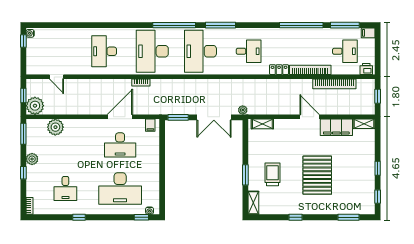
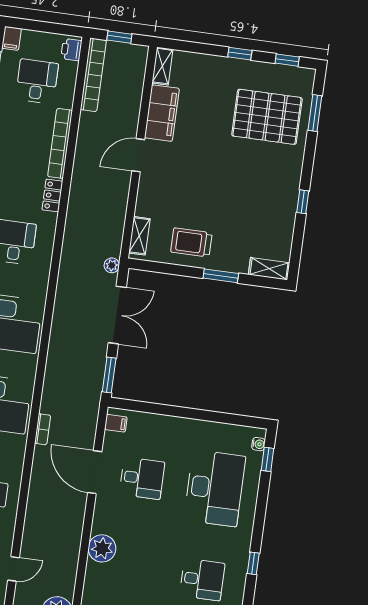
bookcase: (334, 84) -> (93, 75), moved
plant: (55, 127) -> (102, 548), moved
desk: (120, 145) -> (142, 478), width x0.73
trolley: (273, 174) -> (191, 242), moved
pallet: (317, 175) -> (267, 117), moved

